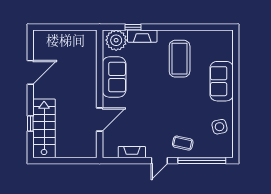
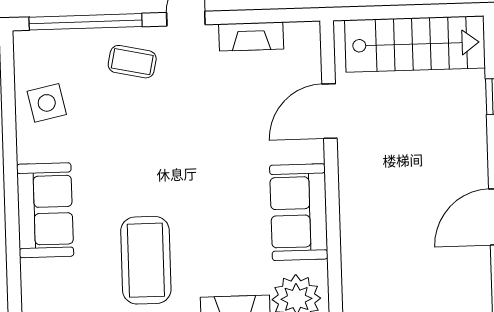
stairs: (44, 128) -> (415, 44), moved, turned -90

